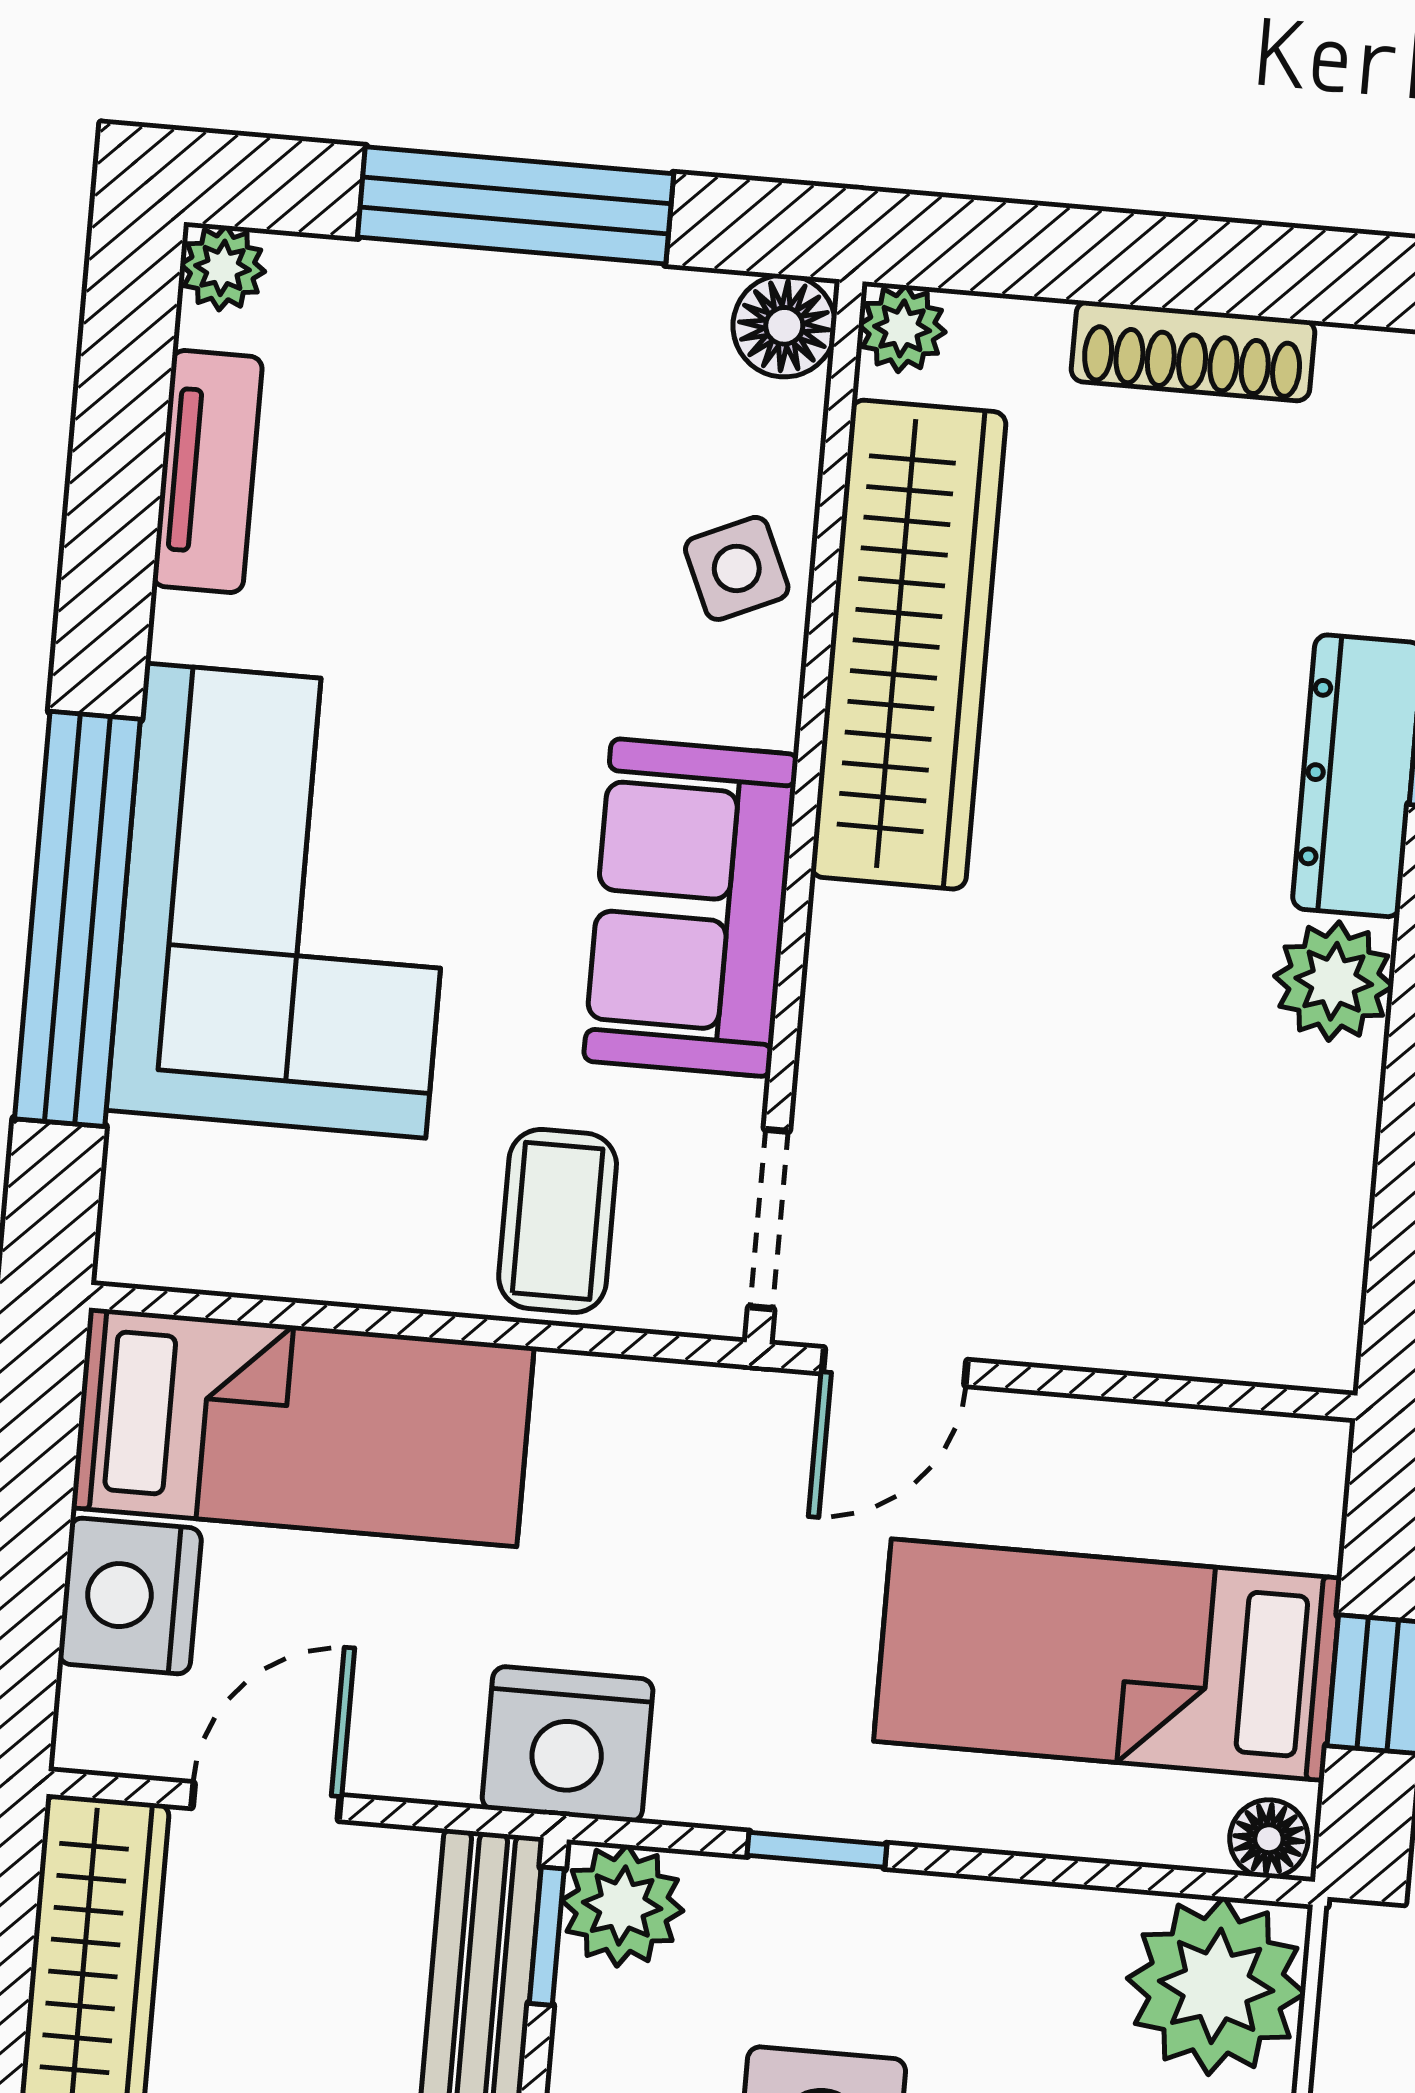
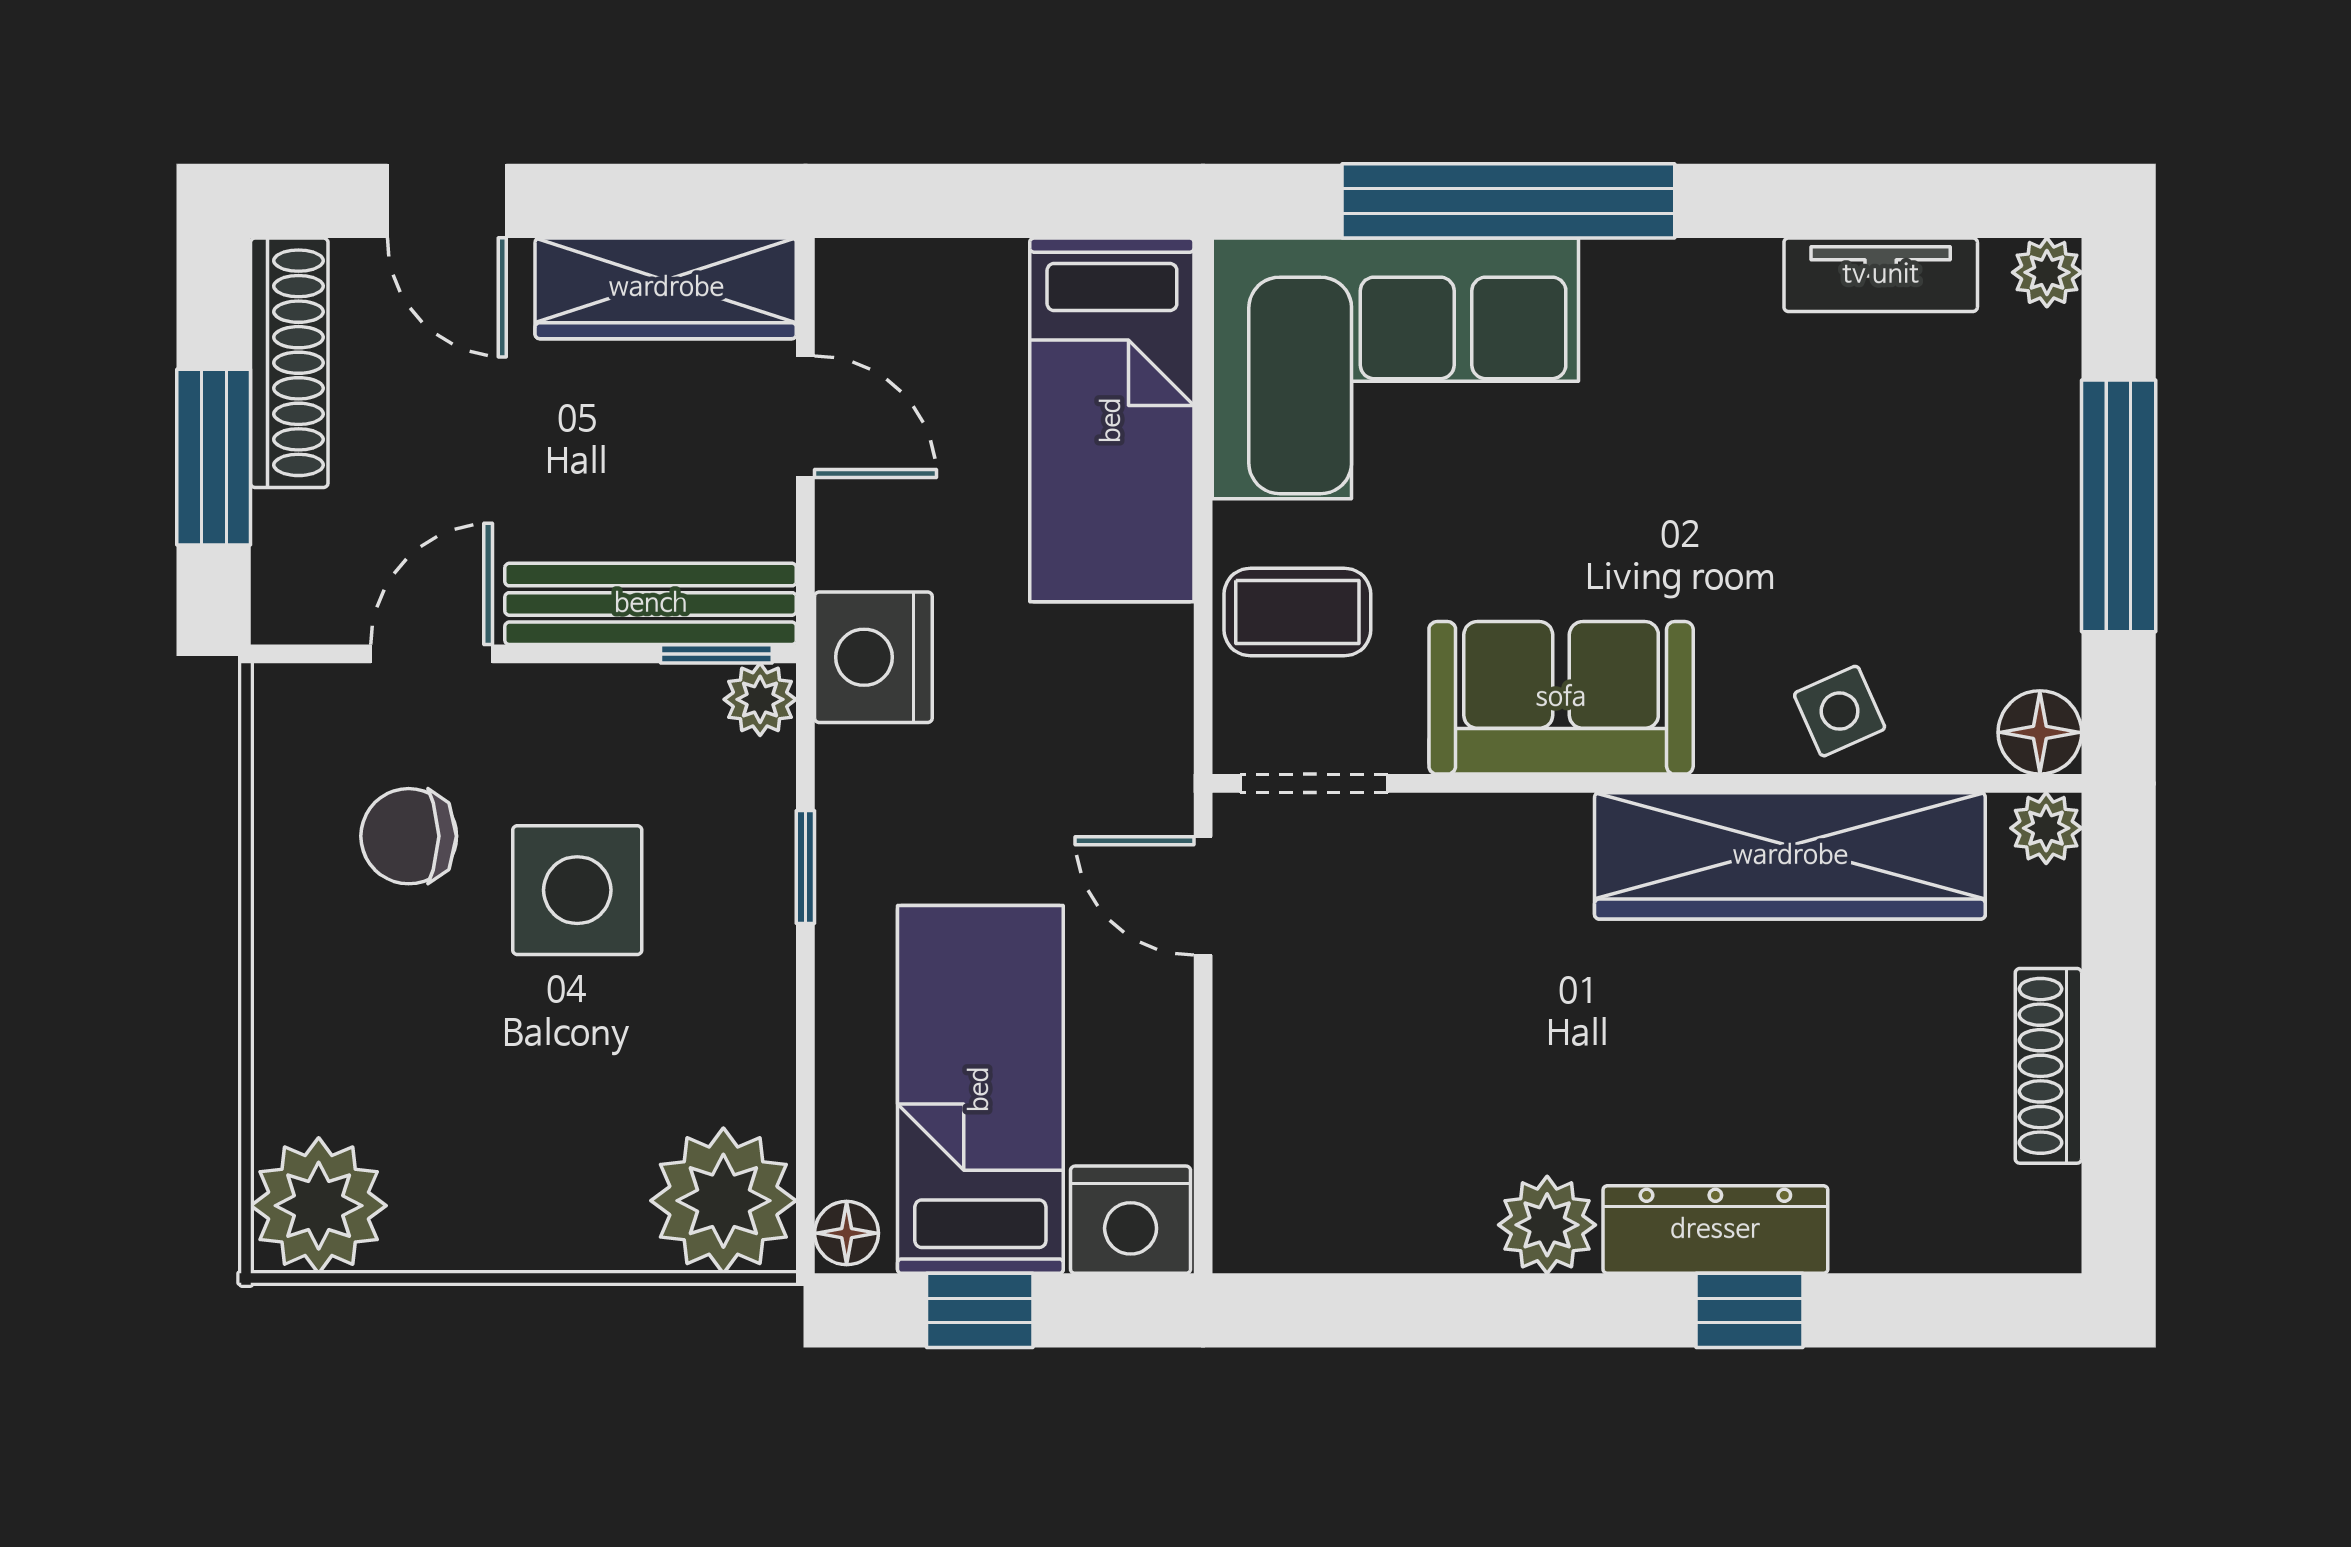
corner sofa: (285, 901) -> (1395, 368), moved
nightstand: (130, 1596) -> (1131, 1220), moved, turned 180
plant: (622, 1905) -> (760, 699), width x0.73, depth x0.73

